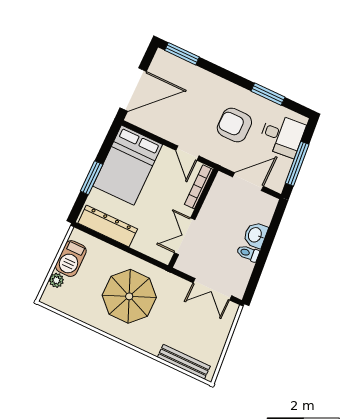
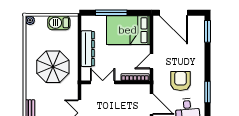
window: (92, 178) -> (111, 13), width x1.44
dresser: (108, 226) -> (88, 49), moved
plant: (56, 280) -> (30, 20), moved

